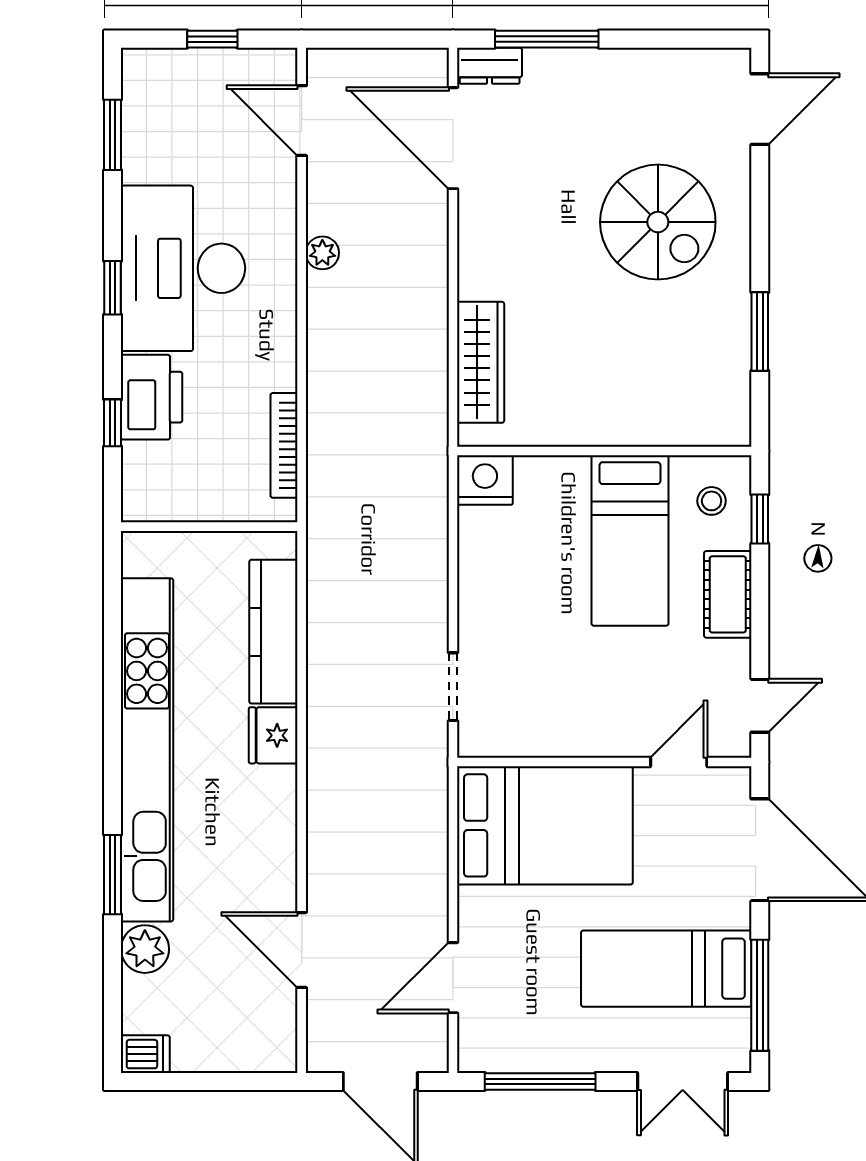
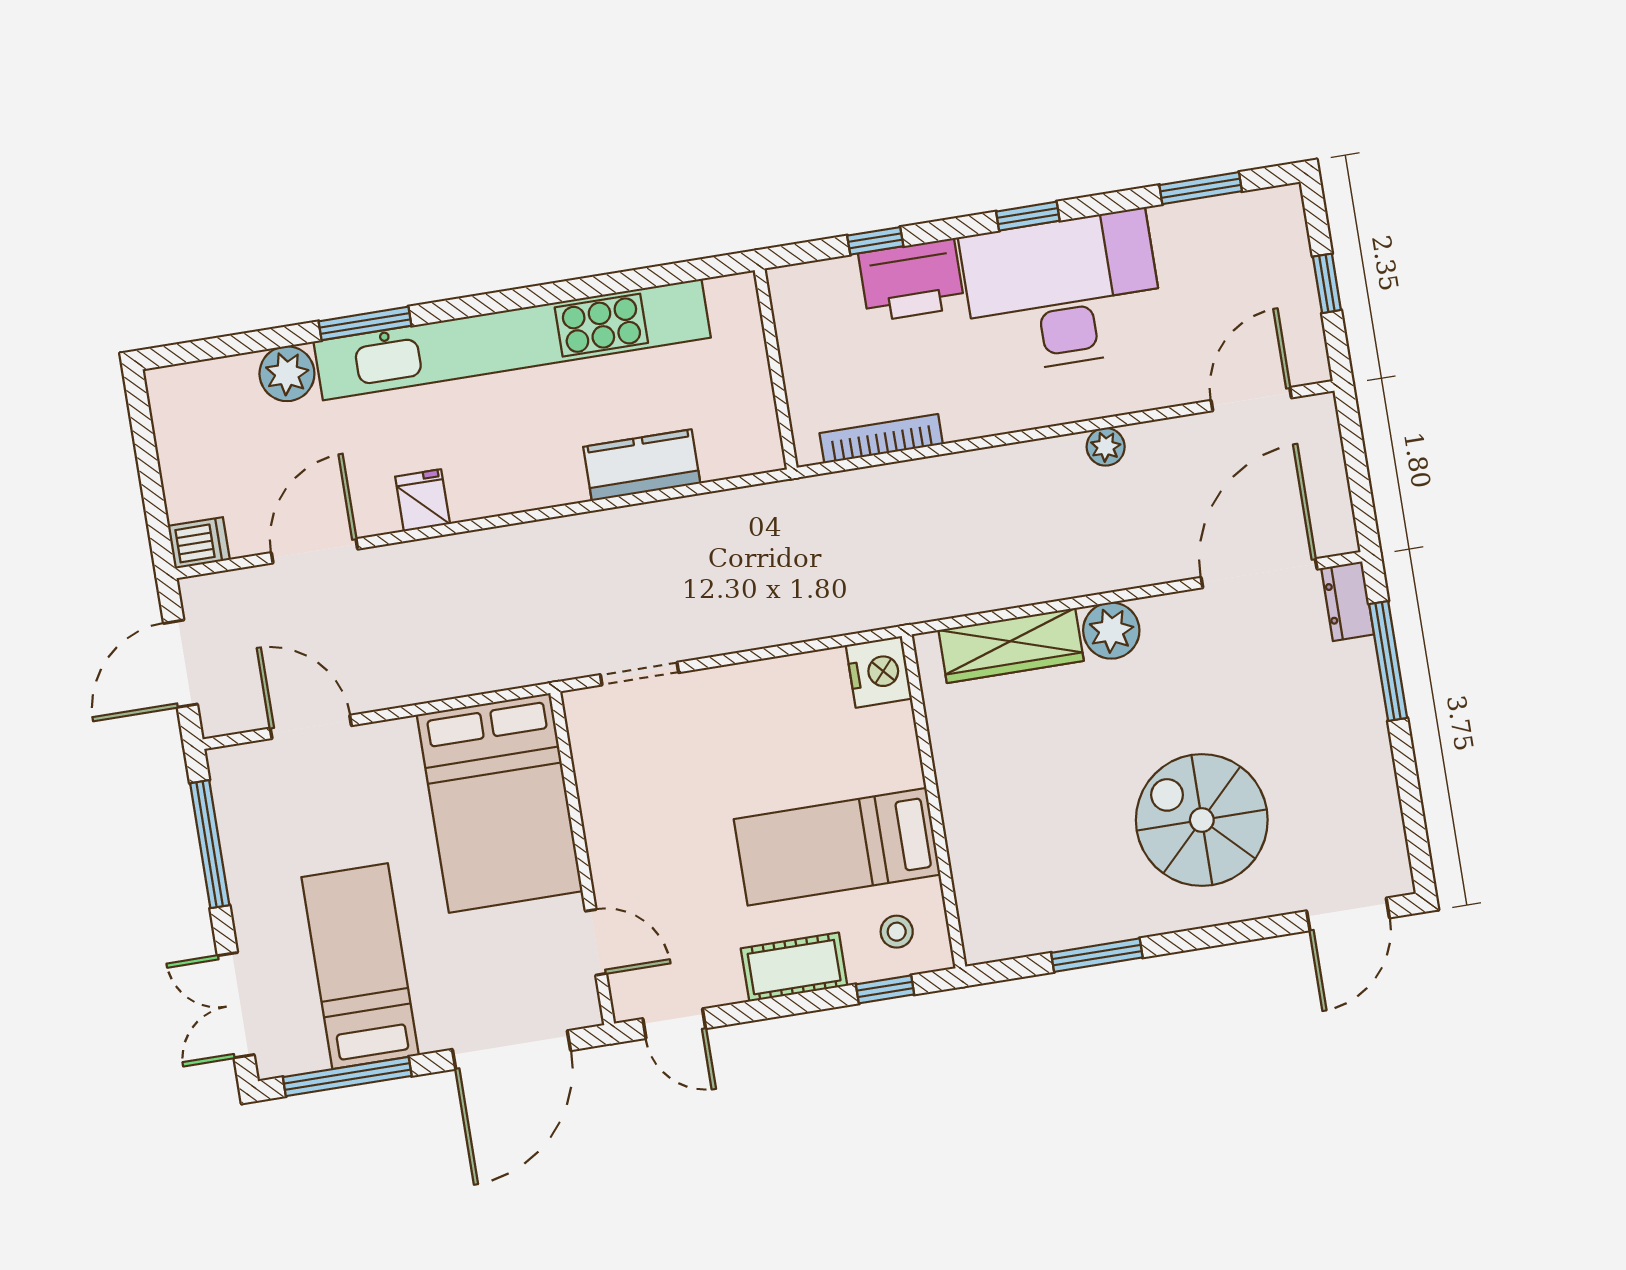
door: (760, 109) -> (1348, 914), hinge flipped
spiral stairs: (658, 222) -> (1202, 820), turned 90
plant: (482, 274) -> (1111, 631), added
kitchen counter: (273, 632) -> (642, 465), width x0.67
fridge: (273, 735) -> (423, 500), moved, width x0.72
dishwasher: (145, 1054) -> (199, 543), moved, turned -90

